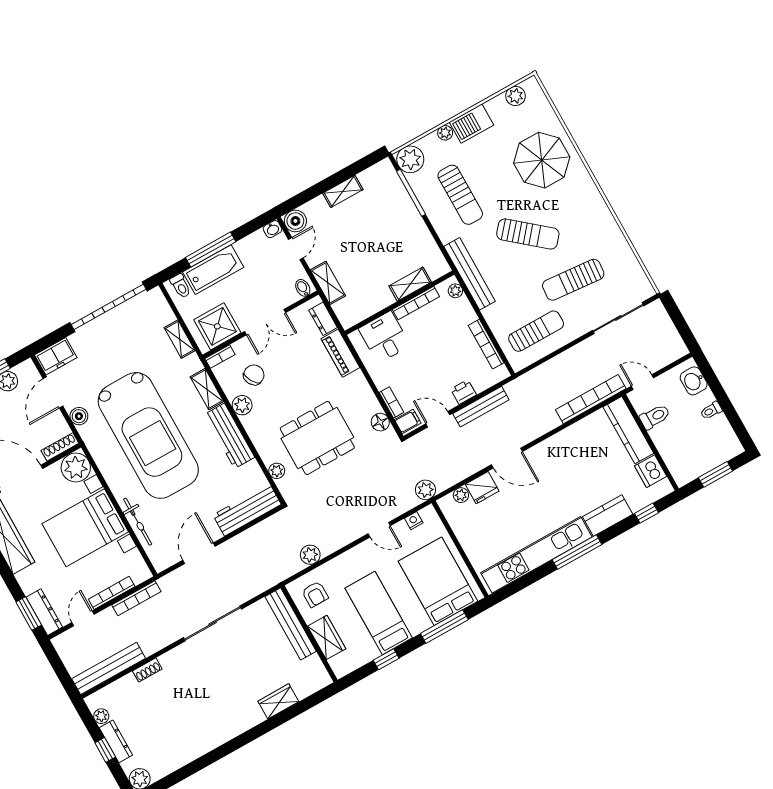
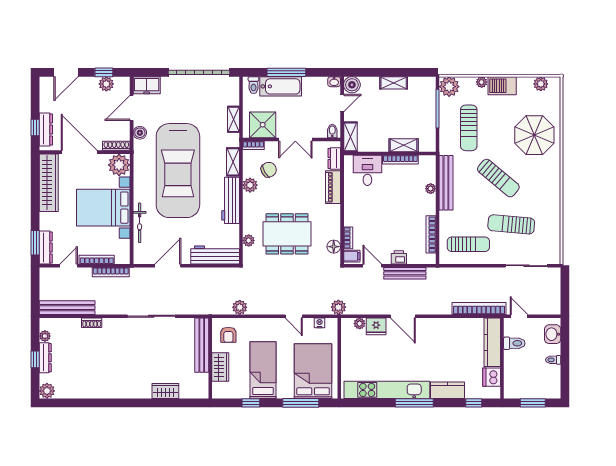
shelving: (410, 284) -> (404, 145), moved
wall: (399, 303) -> (390, 153), moved
bookcase: (416, 303) -> (400, 160), moved
desk: (384, 337) -> (367, 170), moved

